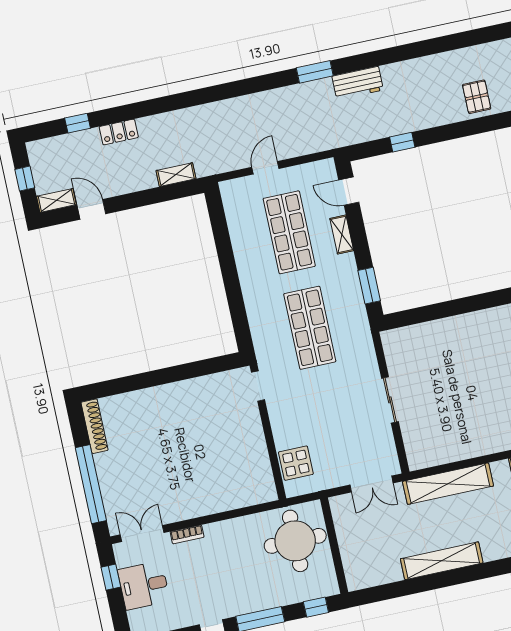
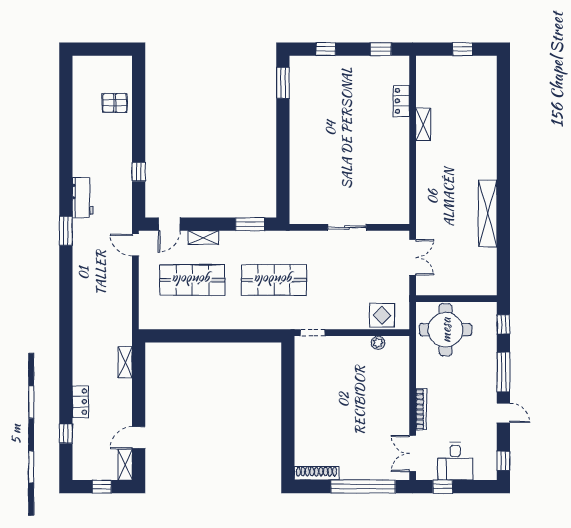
door: (265, 168) -> (135, 245), moved
plant: (263, 465) -> (378, 343), added
shelving: (448, 484) -> (426, 195), removed
bookcase: (187, 534) -> (421, 409), width x1.56

